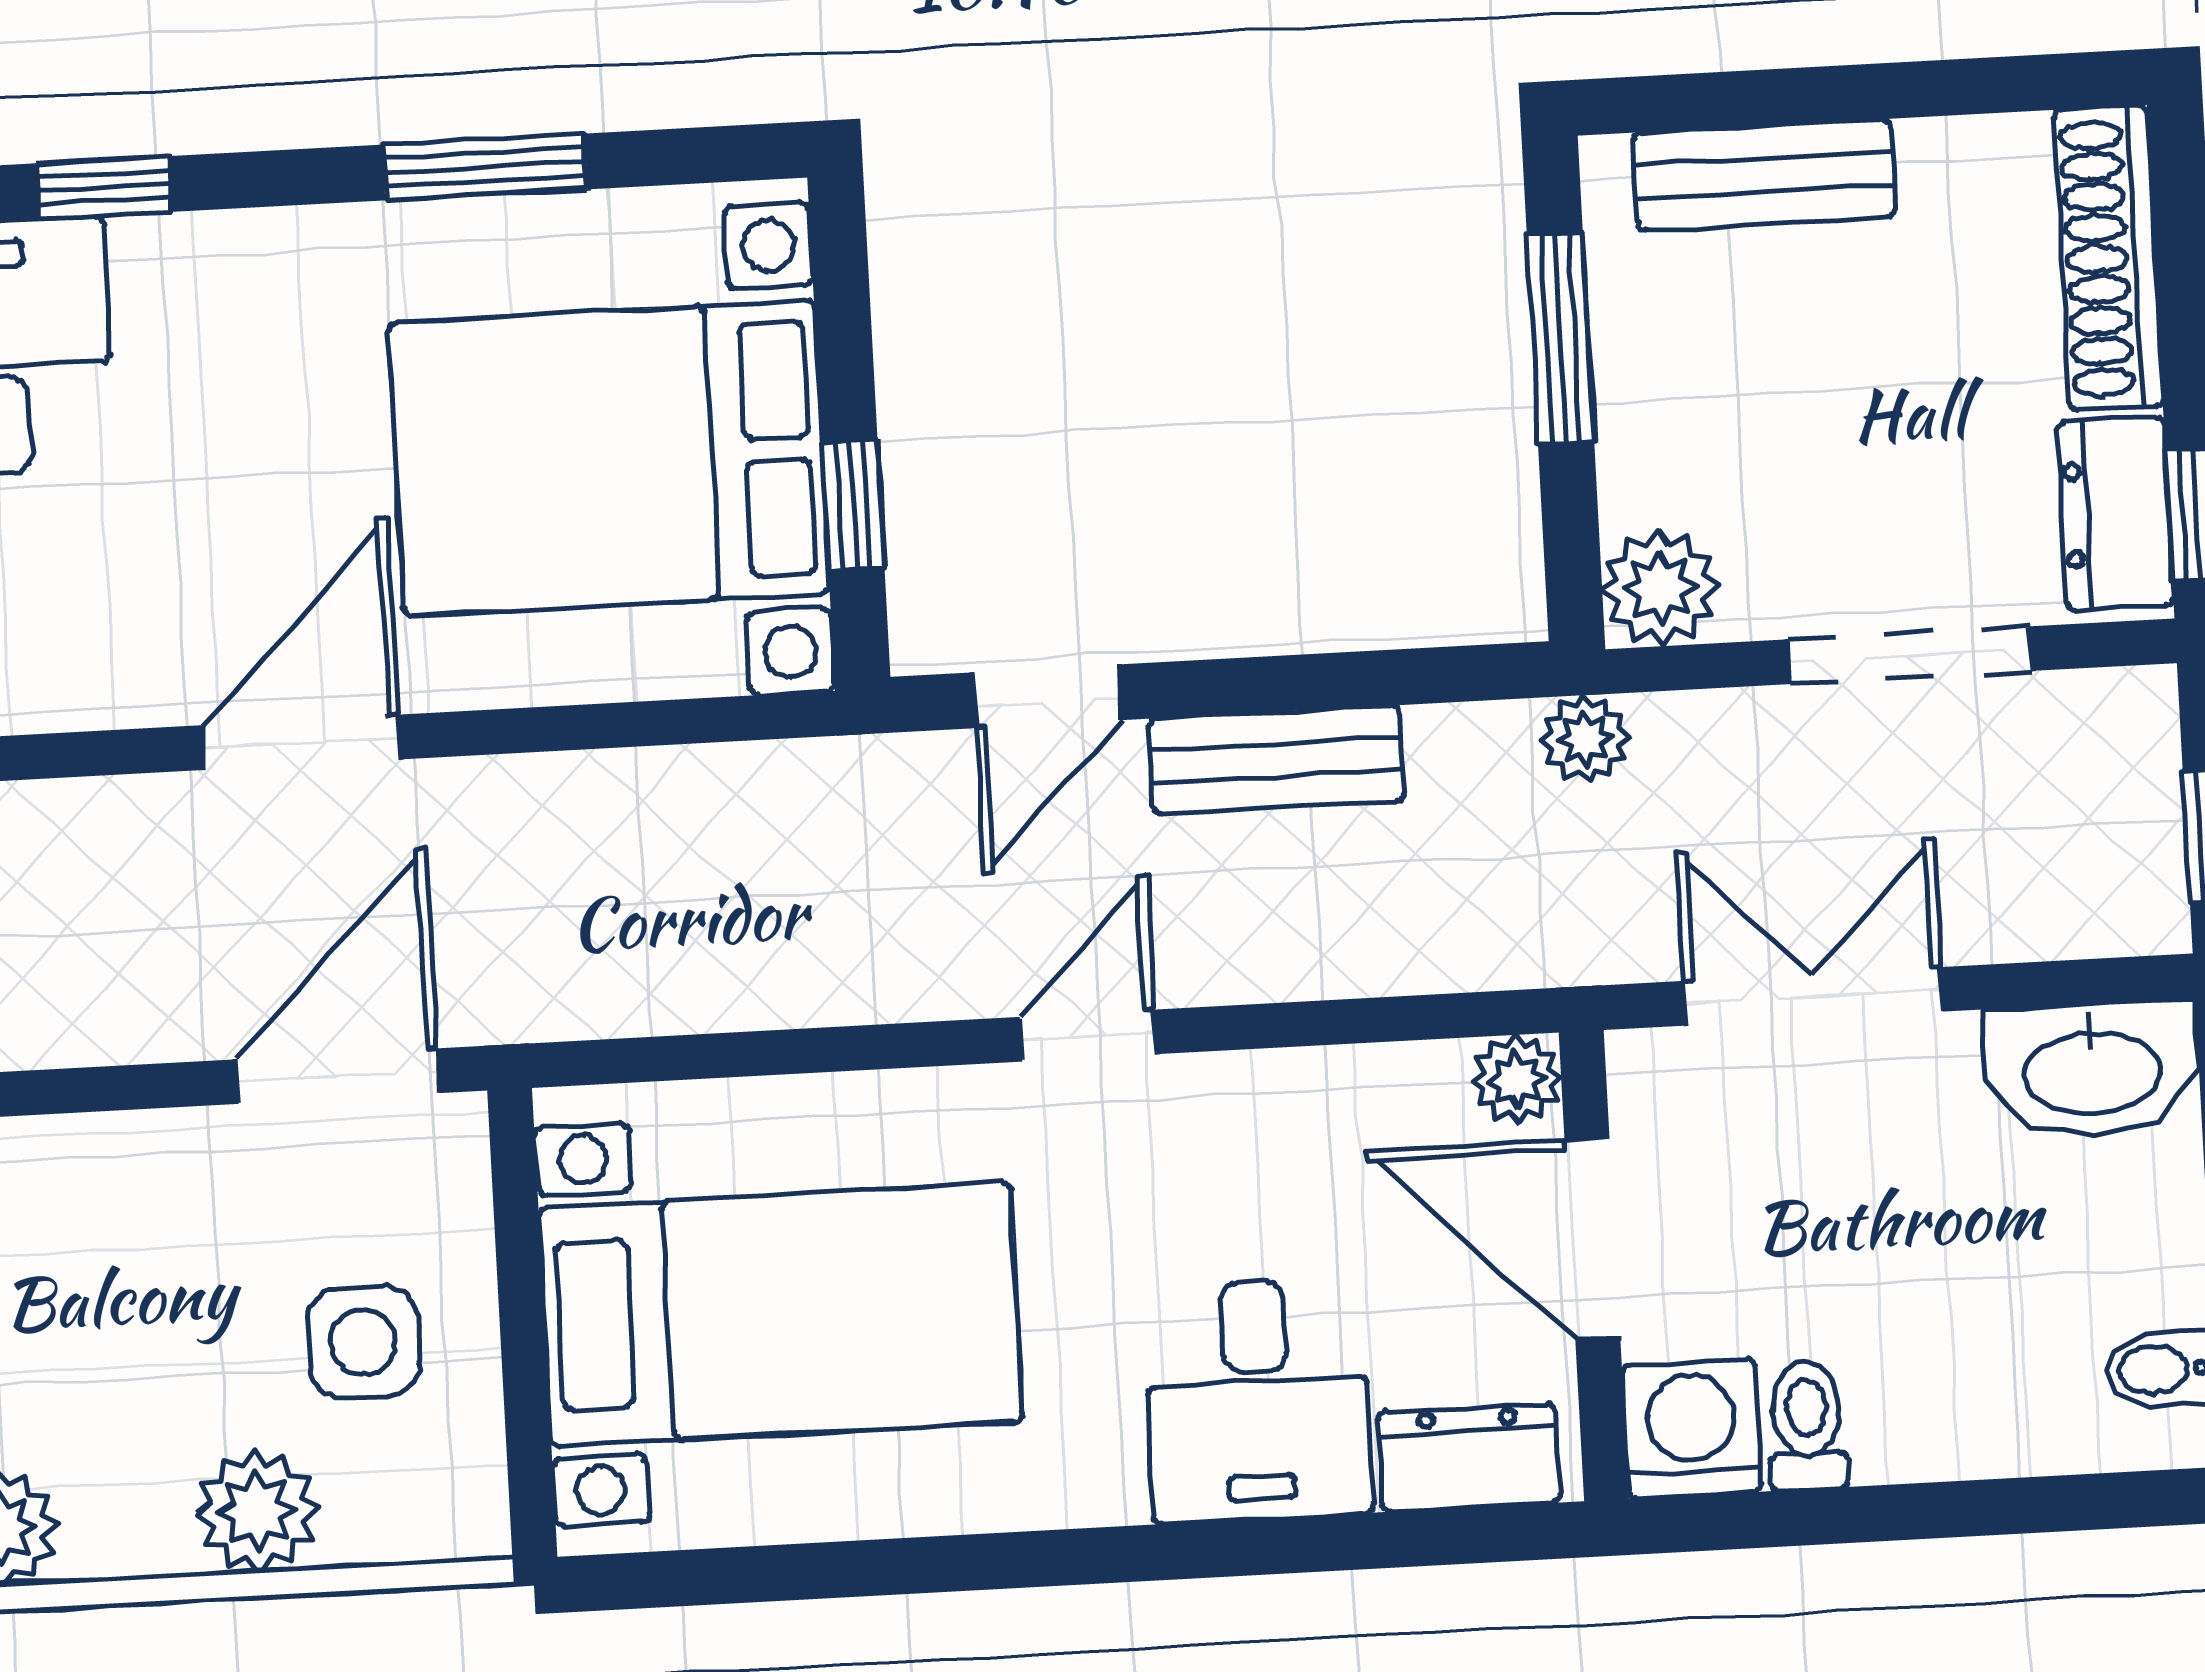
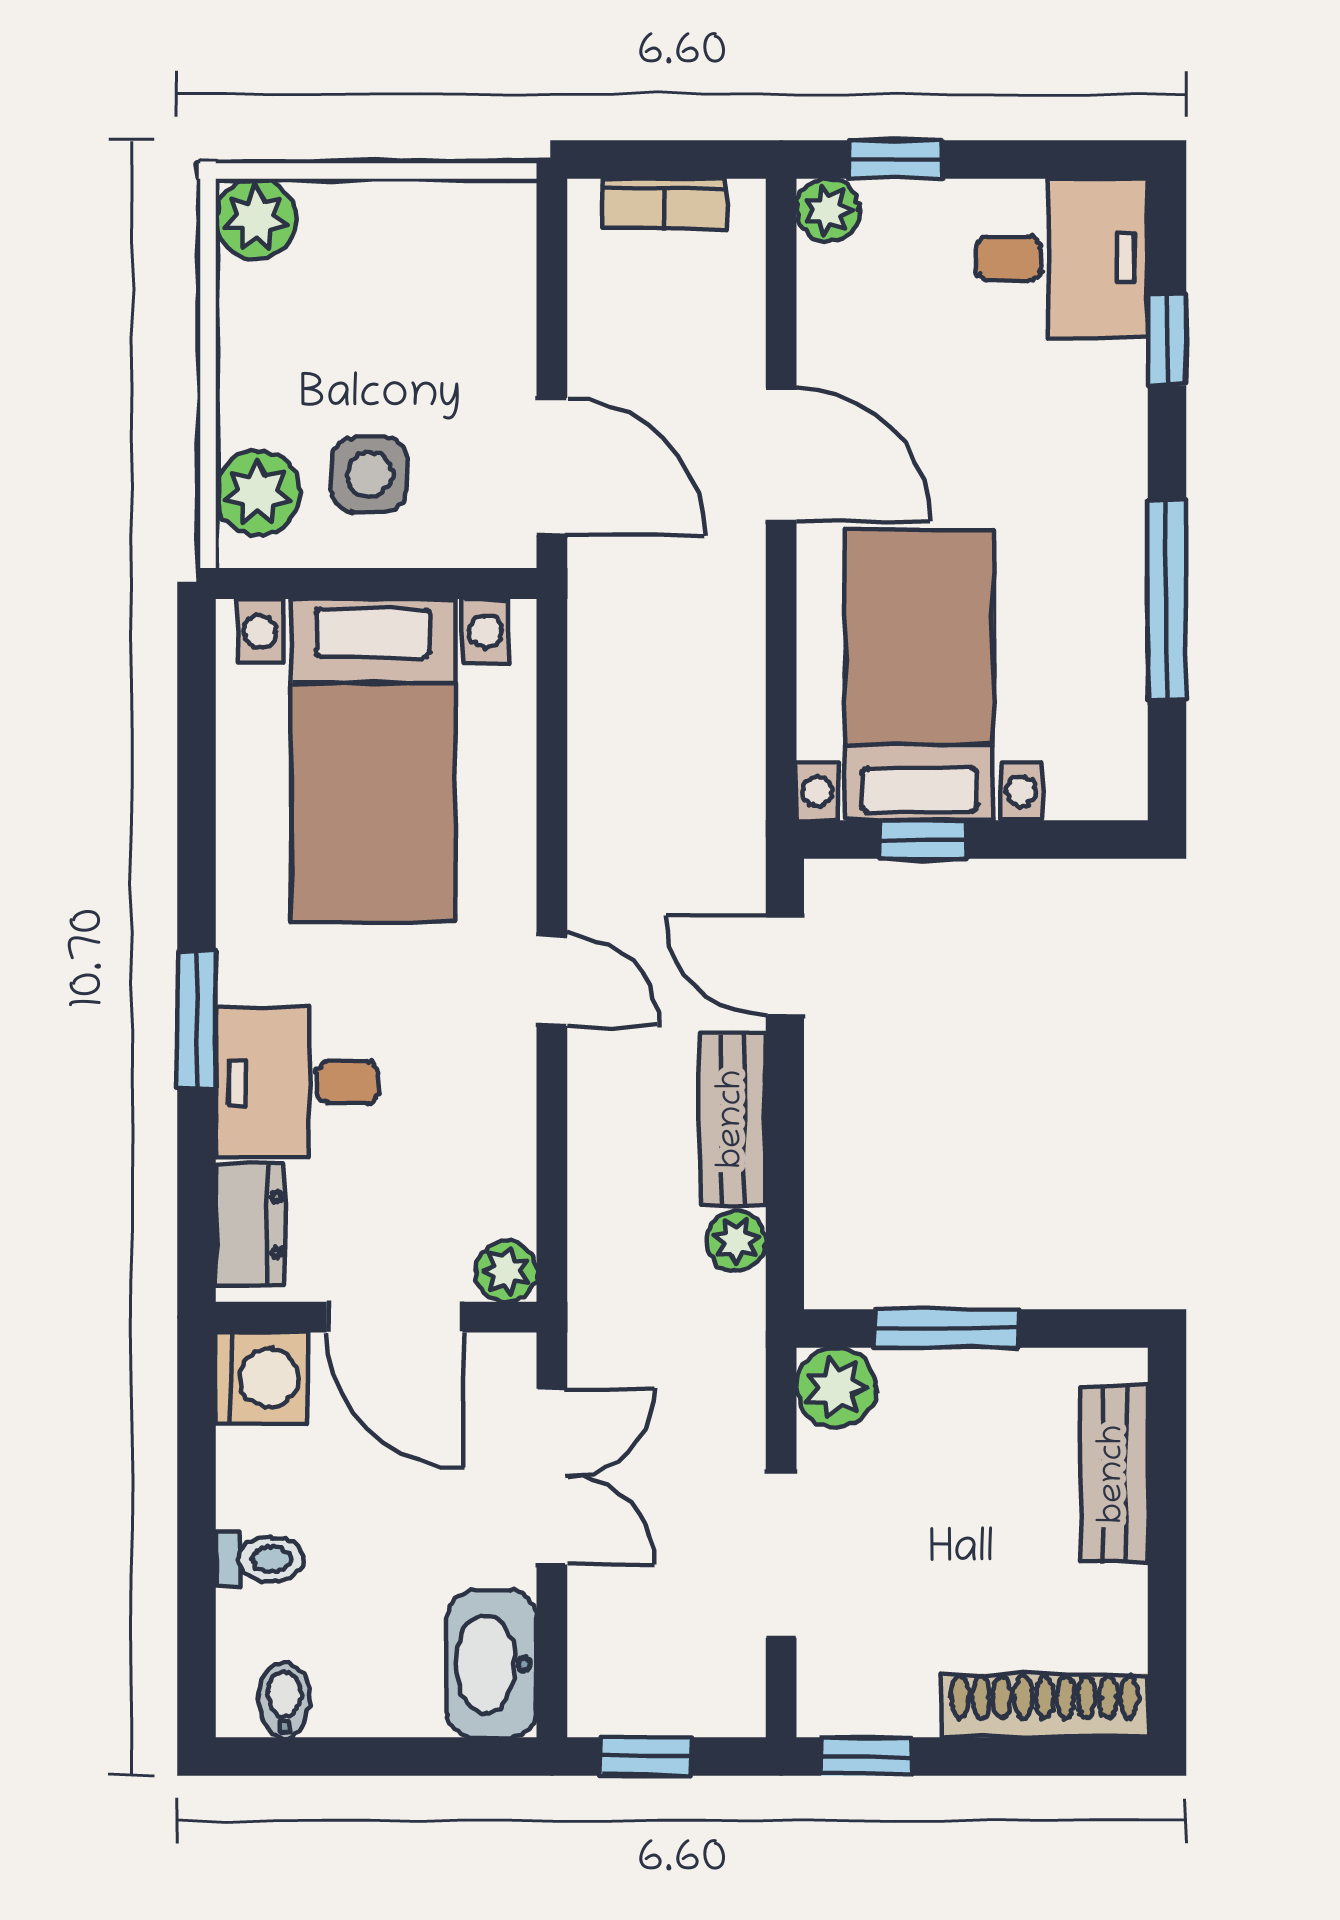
window: (485, 167) -> (1167, 601), width x1.44
window: (1560, 338) -> (947, 1329), moved
bed with nightstands: (609, 458) -> (919, 675), width x0.73
dresser: (2115, 513) -> (870, 1701), removed
plant: (1585, 739) -> (736, 1241), moved
door: (1592, 1239) -> (395, 1317), swing flipped
toilet: (1807, 1425) -> (259, 1559), moved
plant: (257, 1511) -> (258, 493), moved
window: (1173, 1552) -> (197, 1019), added

